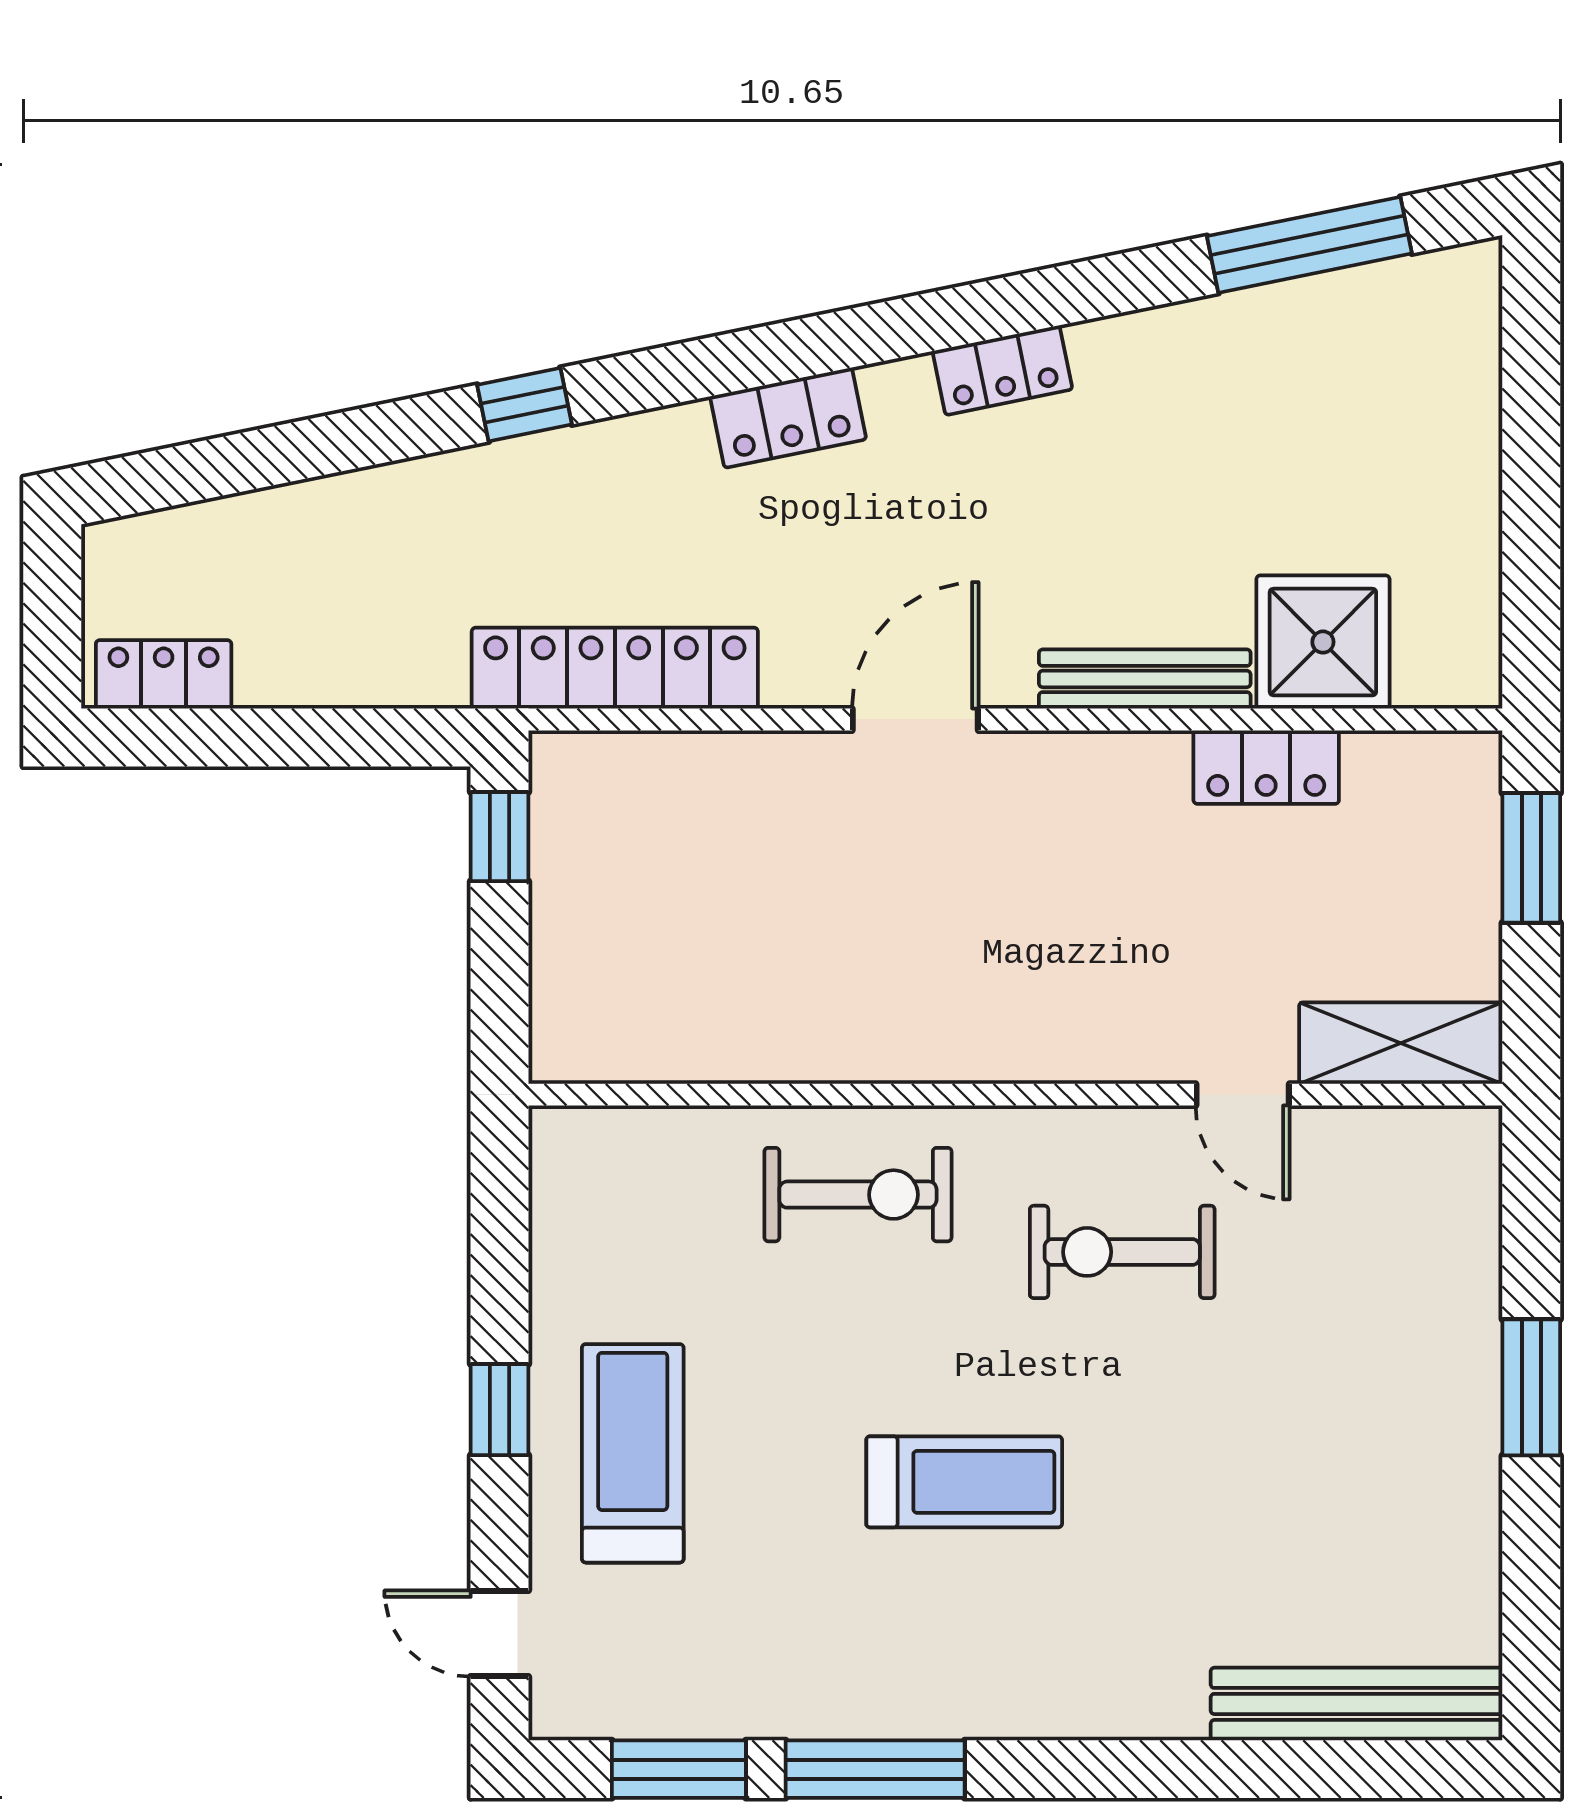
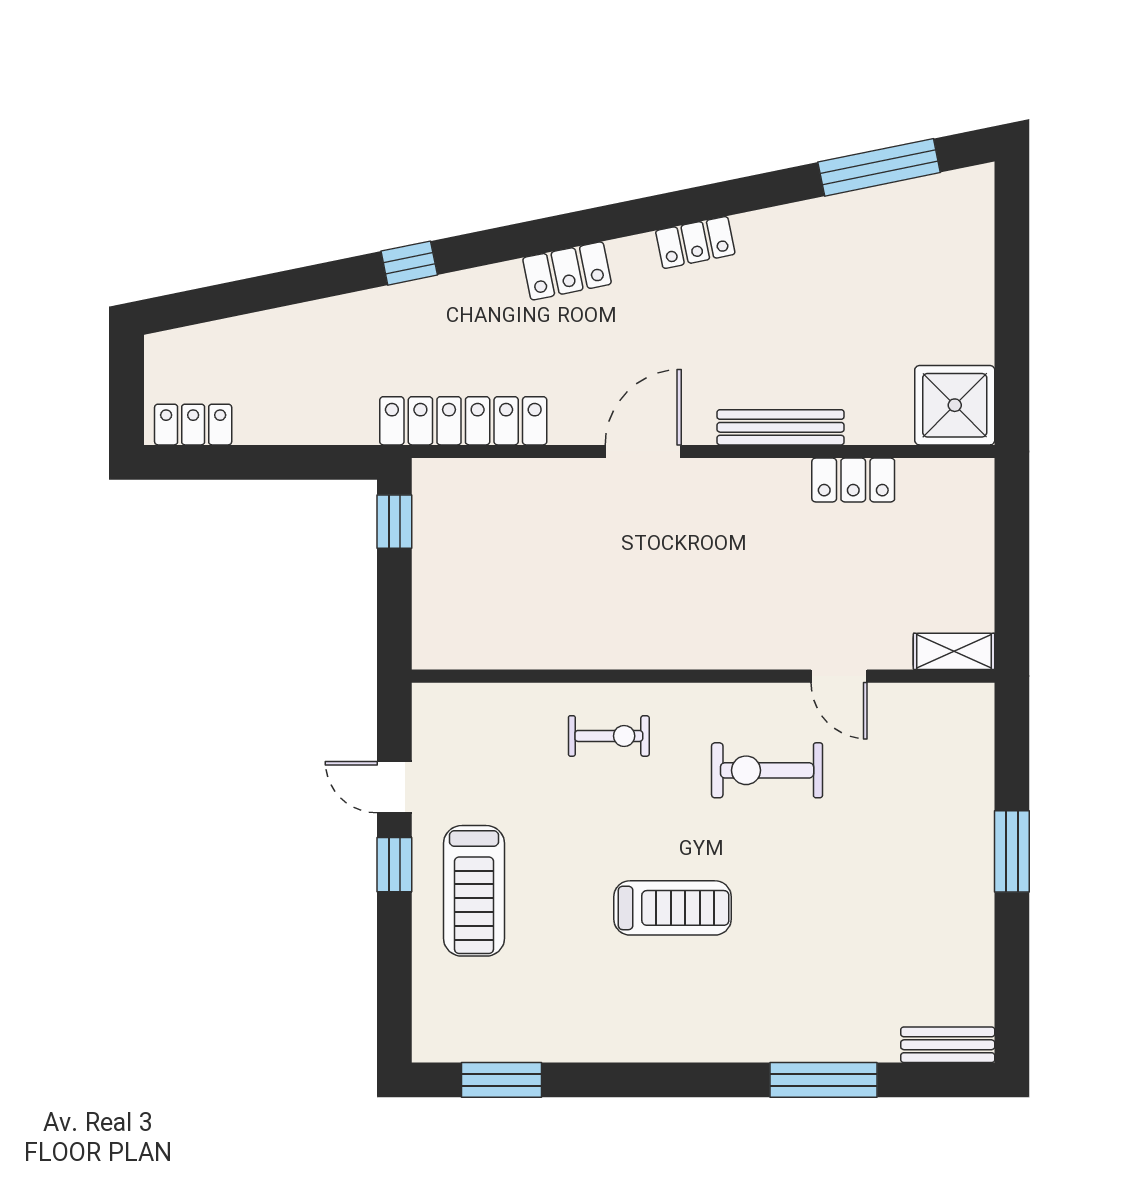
shower: (1323, 642) -> (955, 405), moved
window: (1531, 858) -> (1012, 534), removed
shelving: (1401, 1043) -> (954, 651), width x0.67, depth x0.75
exercise bike: (858, 1195) -> (609, 736), width x0.73, depth x0.72
treadmill: (633, 1453) -> (474, 891), turned 180
door: (500, 1634) -> (394, 787), moved
bench: (1356, 1704) -> (948, 1045), width x0.54, depth x0.82
window: (875, 1769) -> (824, 1080), moved

